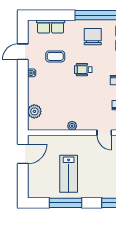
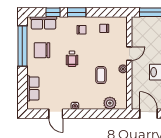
coffee table: (55, 56) -> (101, 75), moved
door: (104, 133) -> (129, 54), moved

